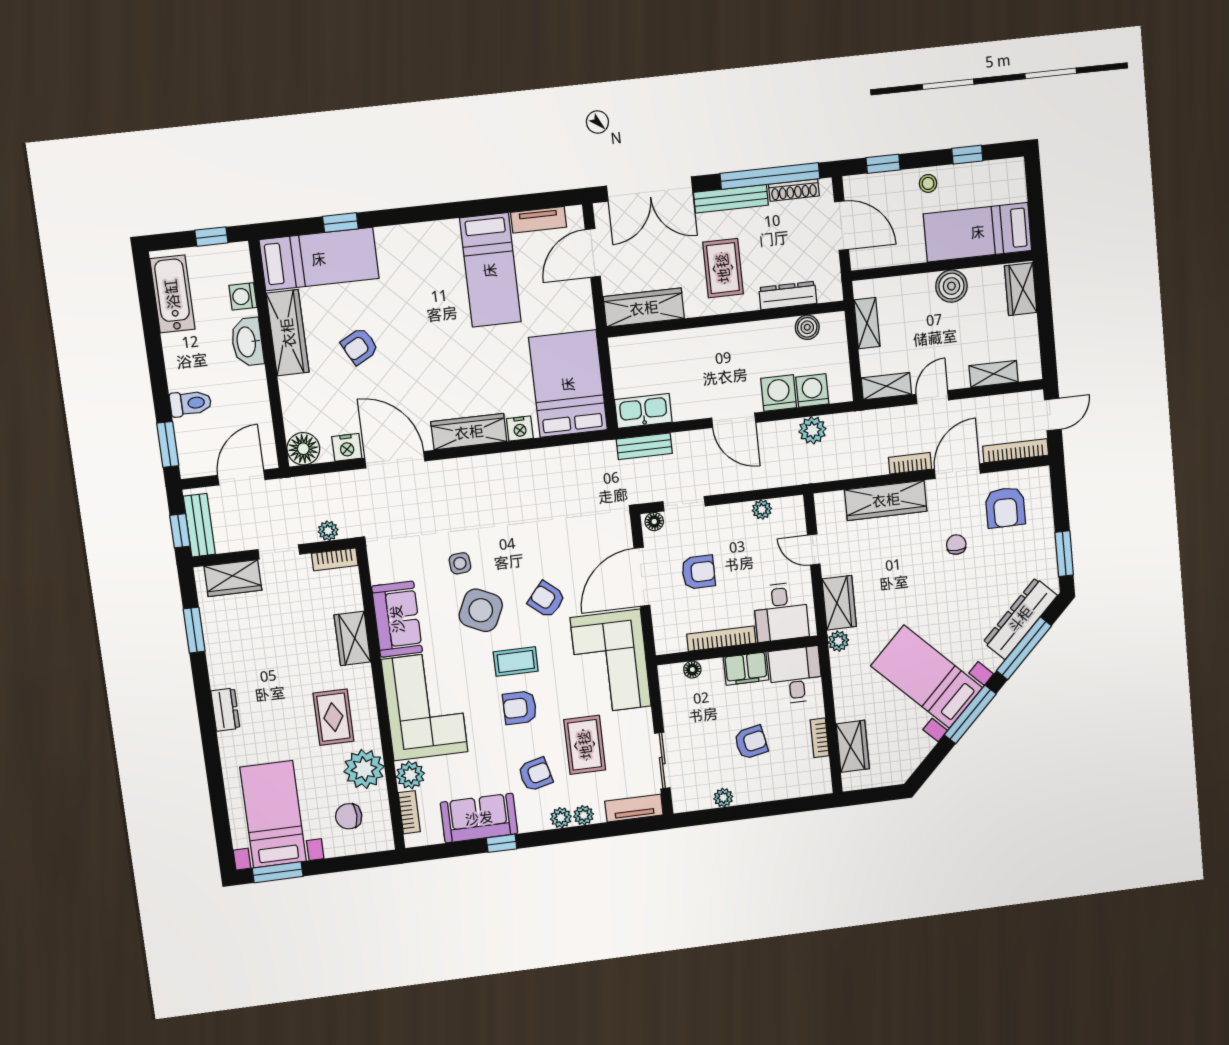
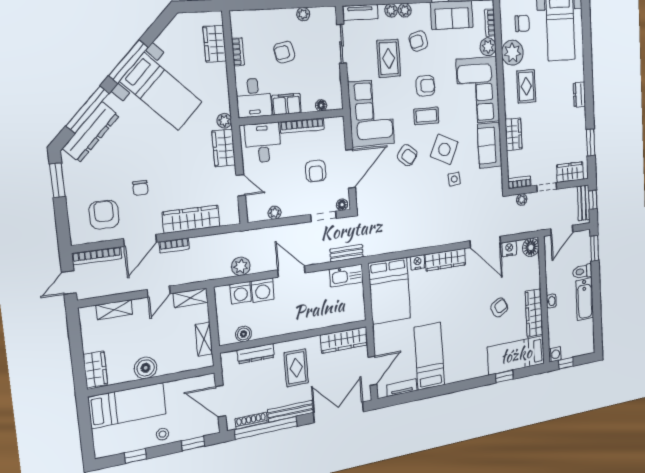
bathtub: (172, 294) -> (585, 299), moved
washing machine: (243, 296) -> (555, 354), moved
washbasin: (247, 342) -> (551, 301), width x0.52, depth x0.69
armchair: (698, 572) -> (316, 171), turned -90

